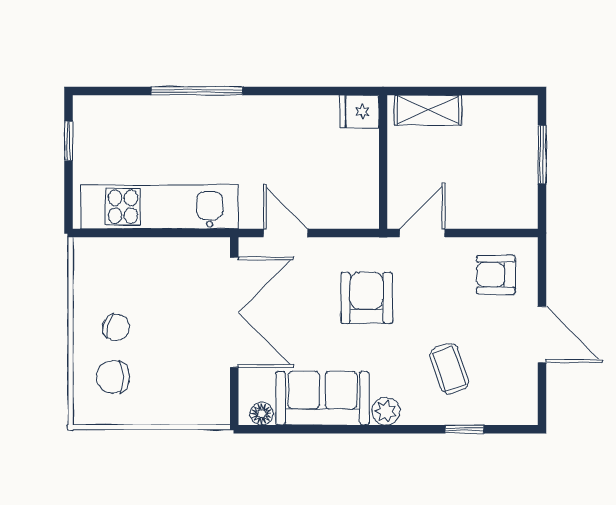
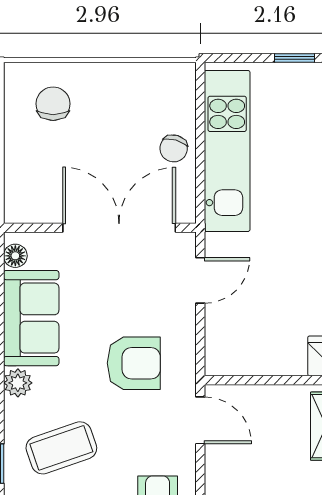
double door: (234, 312) -> (119, 228), swing flipped
chair: (116, 327) -> (174, 148), moved
coffee table: (449, 369) -> (61, 448), width x1.36, depth x1.30

